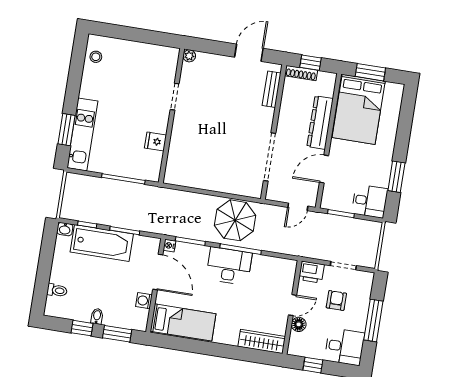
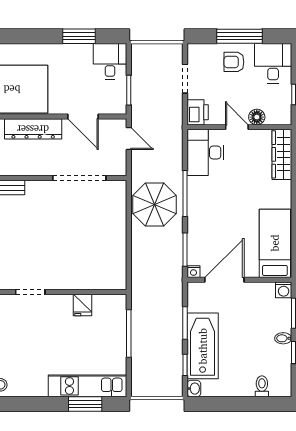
desk: (229, 266) -> (205, 152), moved
armchair: (336, 300) -> (234, 62), moved
washing machine: (144, 301) -> (284, 290), moved

